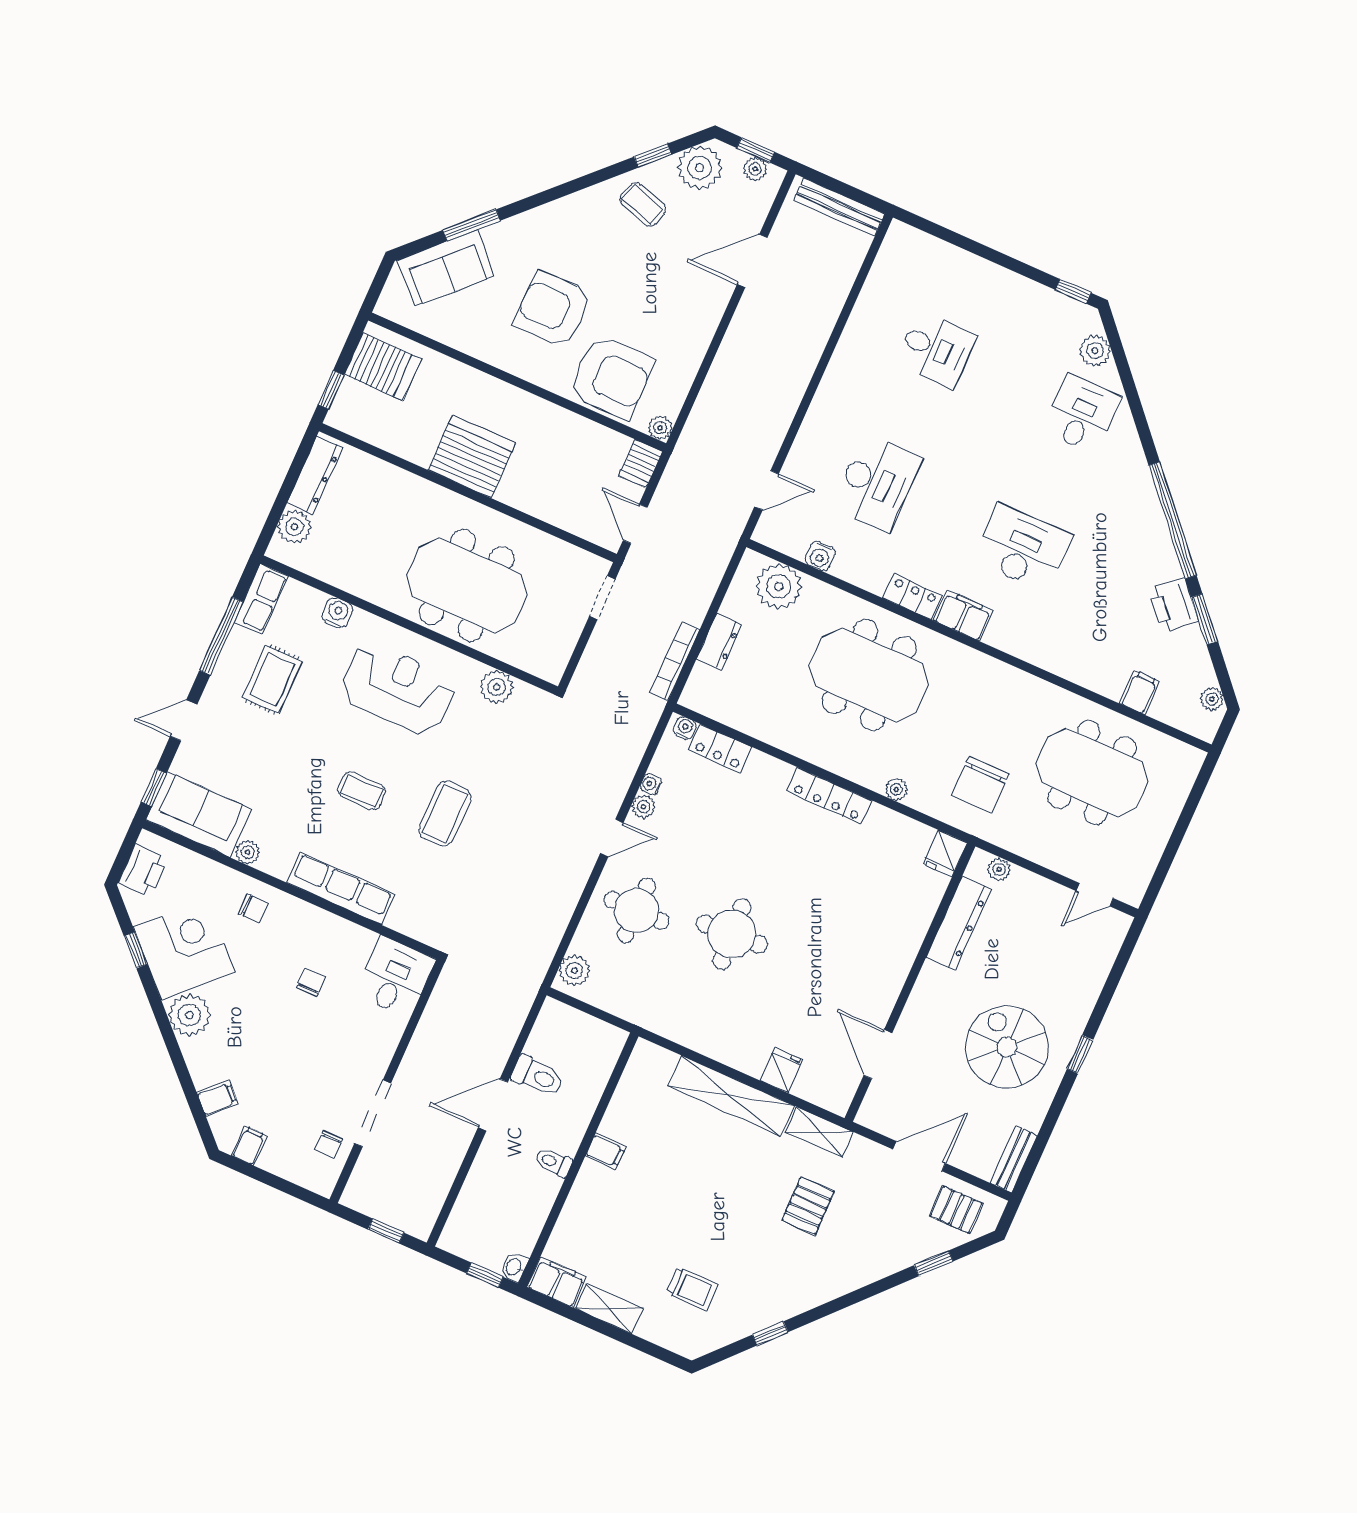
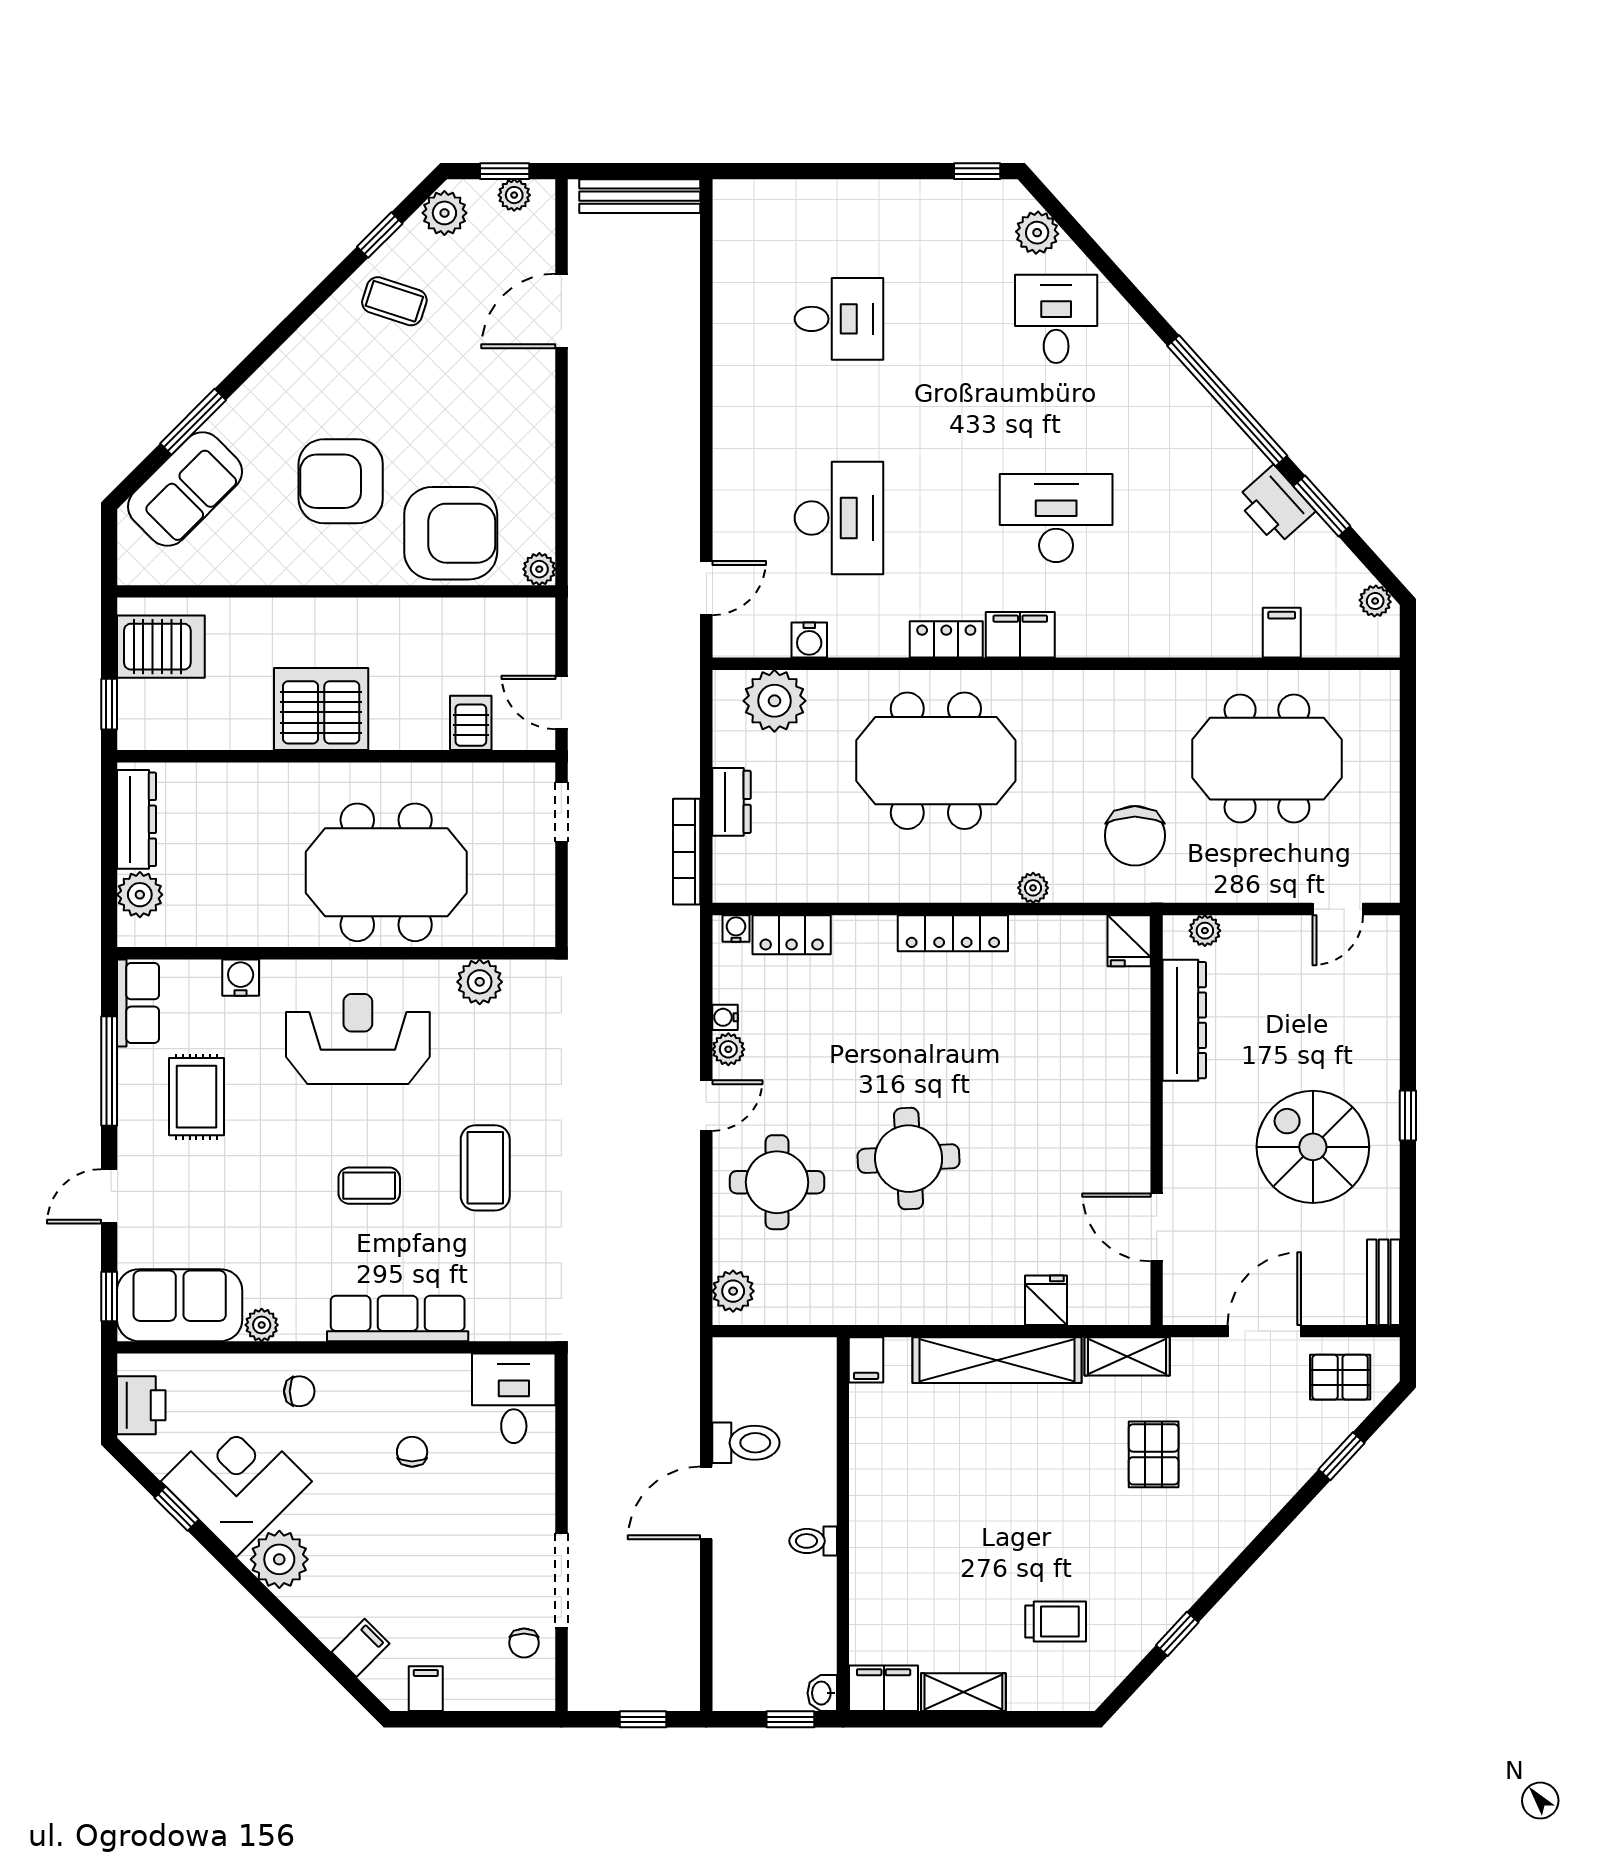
plant: (700, 168) -> (444, 213), width x0.73, depth x0.73
server rack: (641, 464) -> (471, 723), moved, turned 180
filing cabinet: (605, 1151) -> (866, 1360), moved, turned 90

